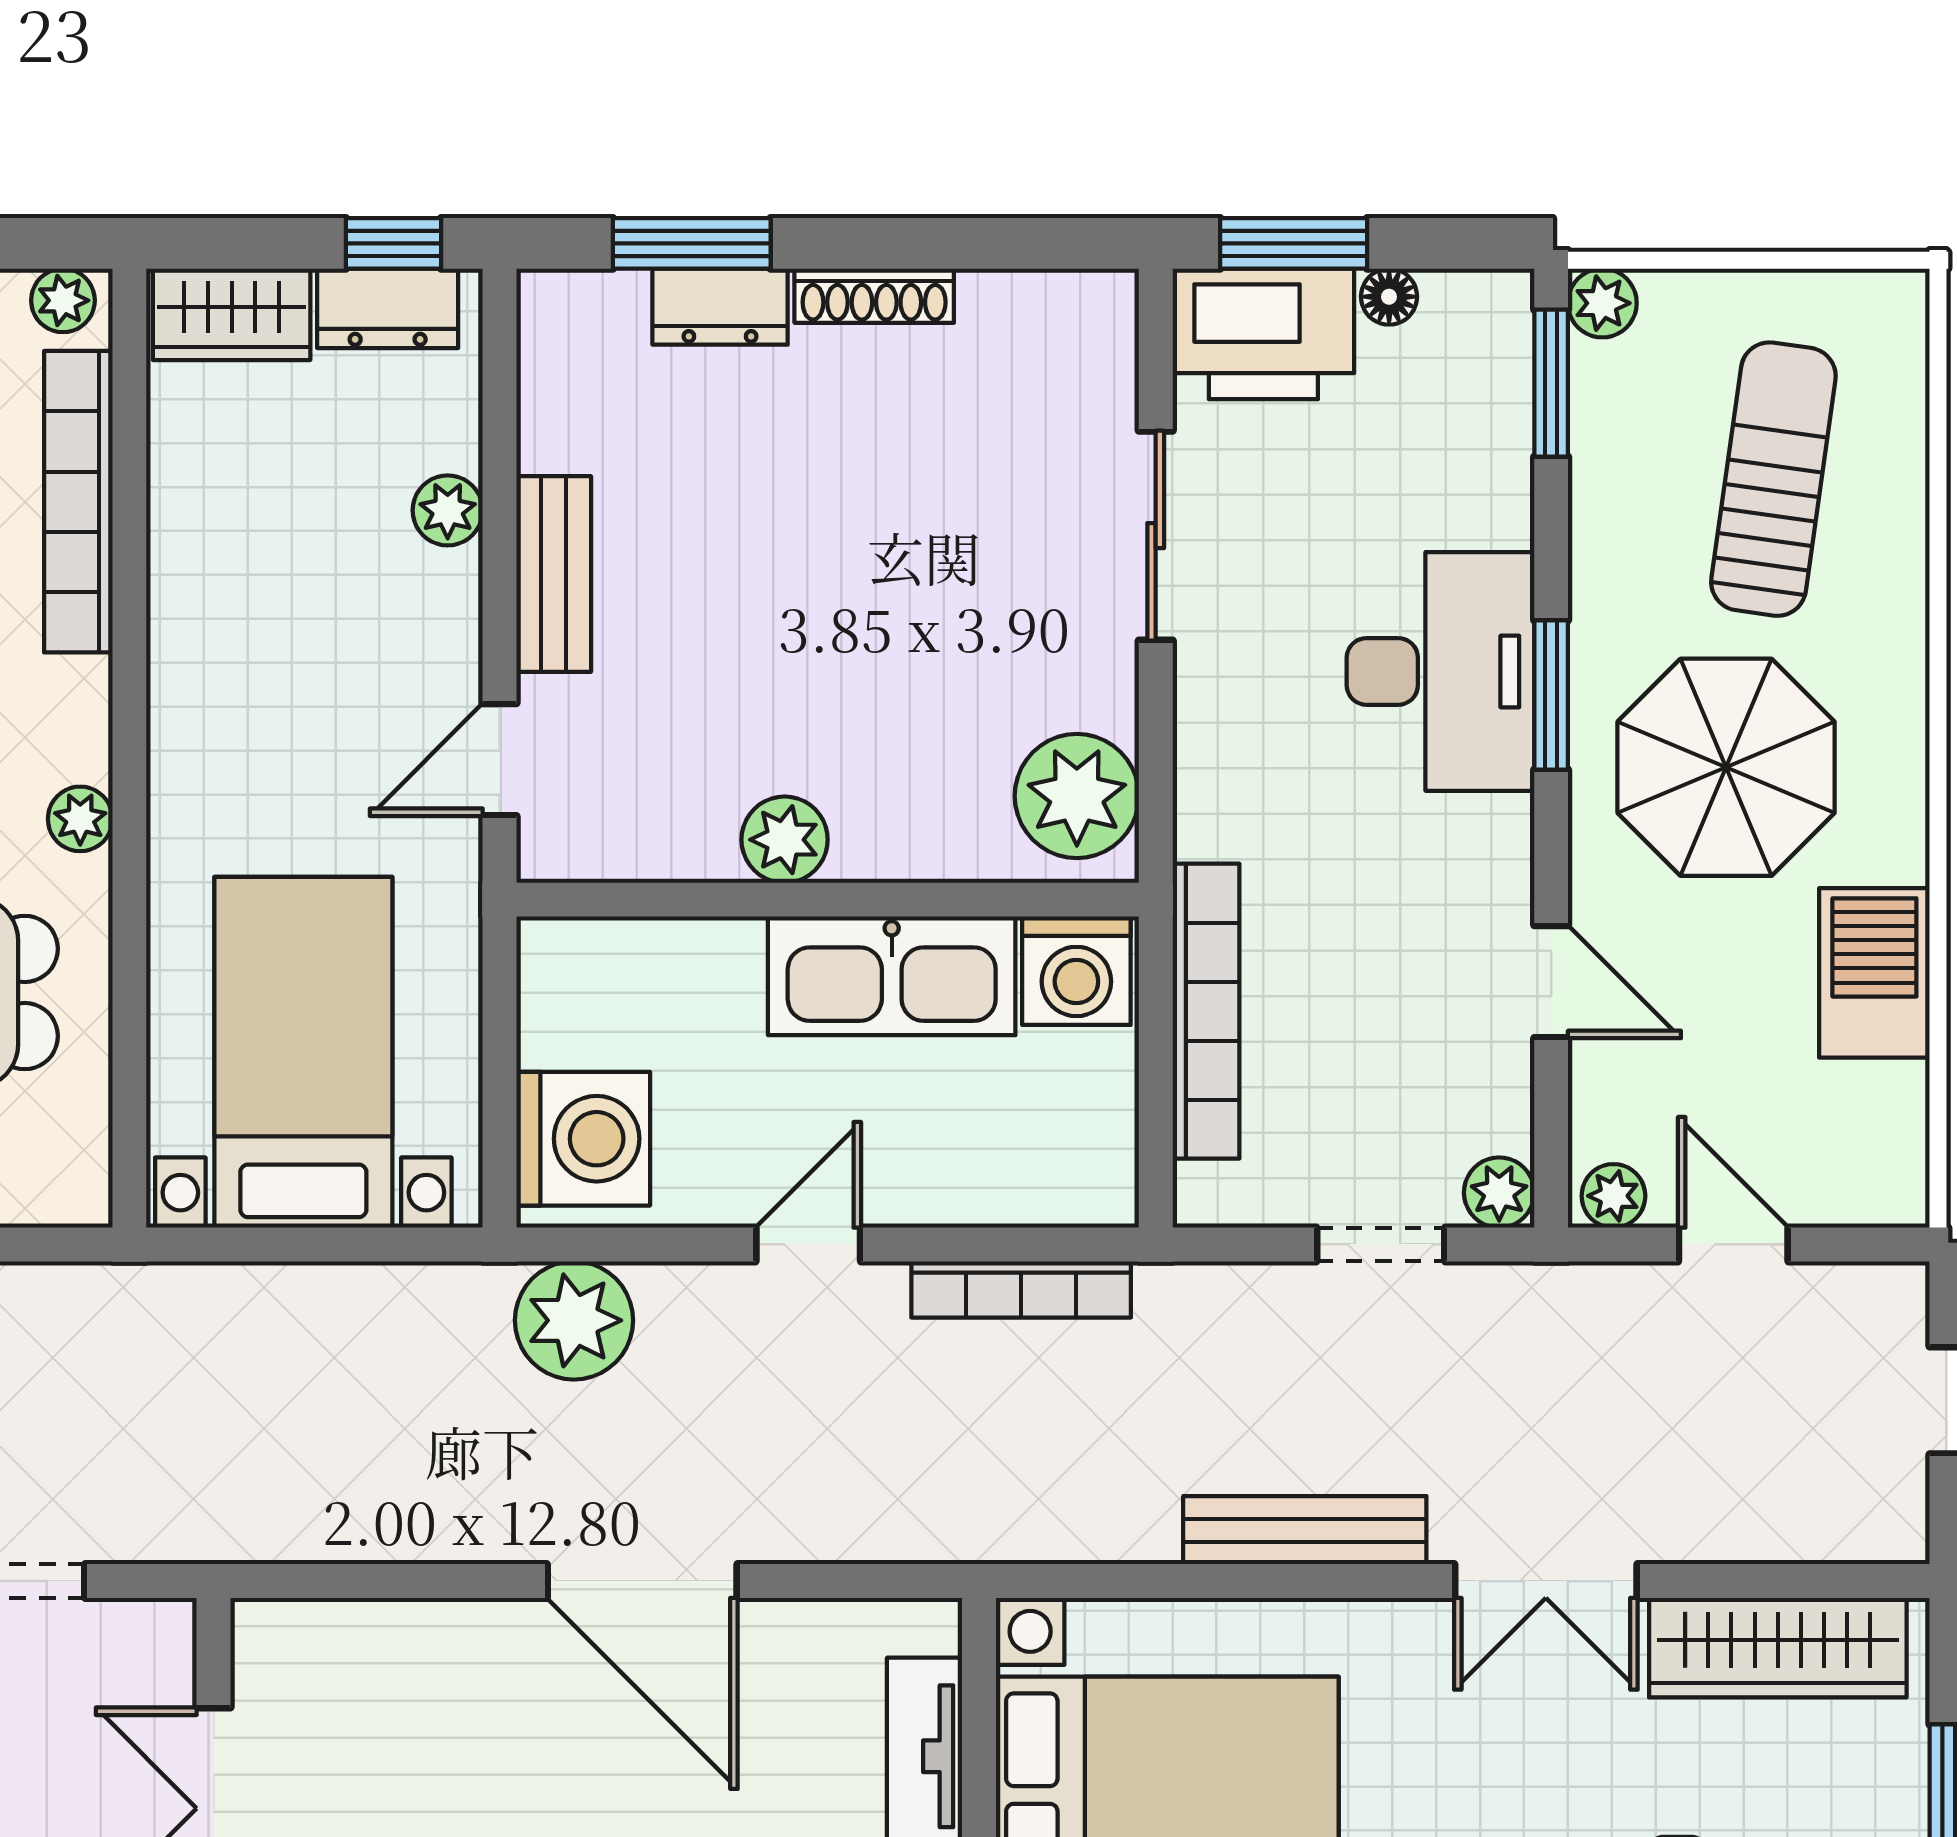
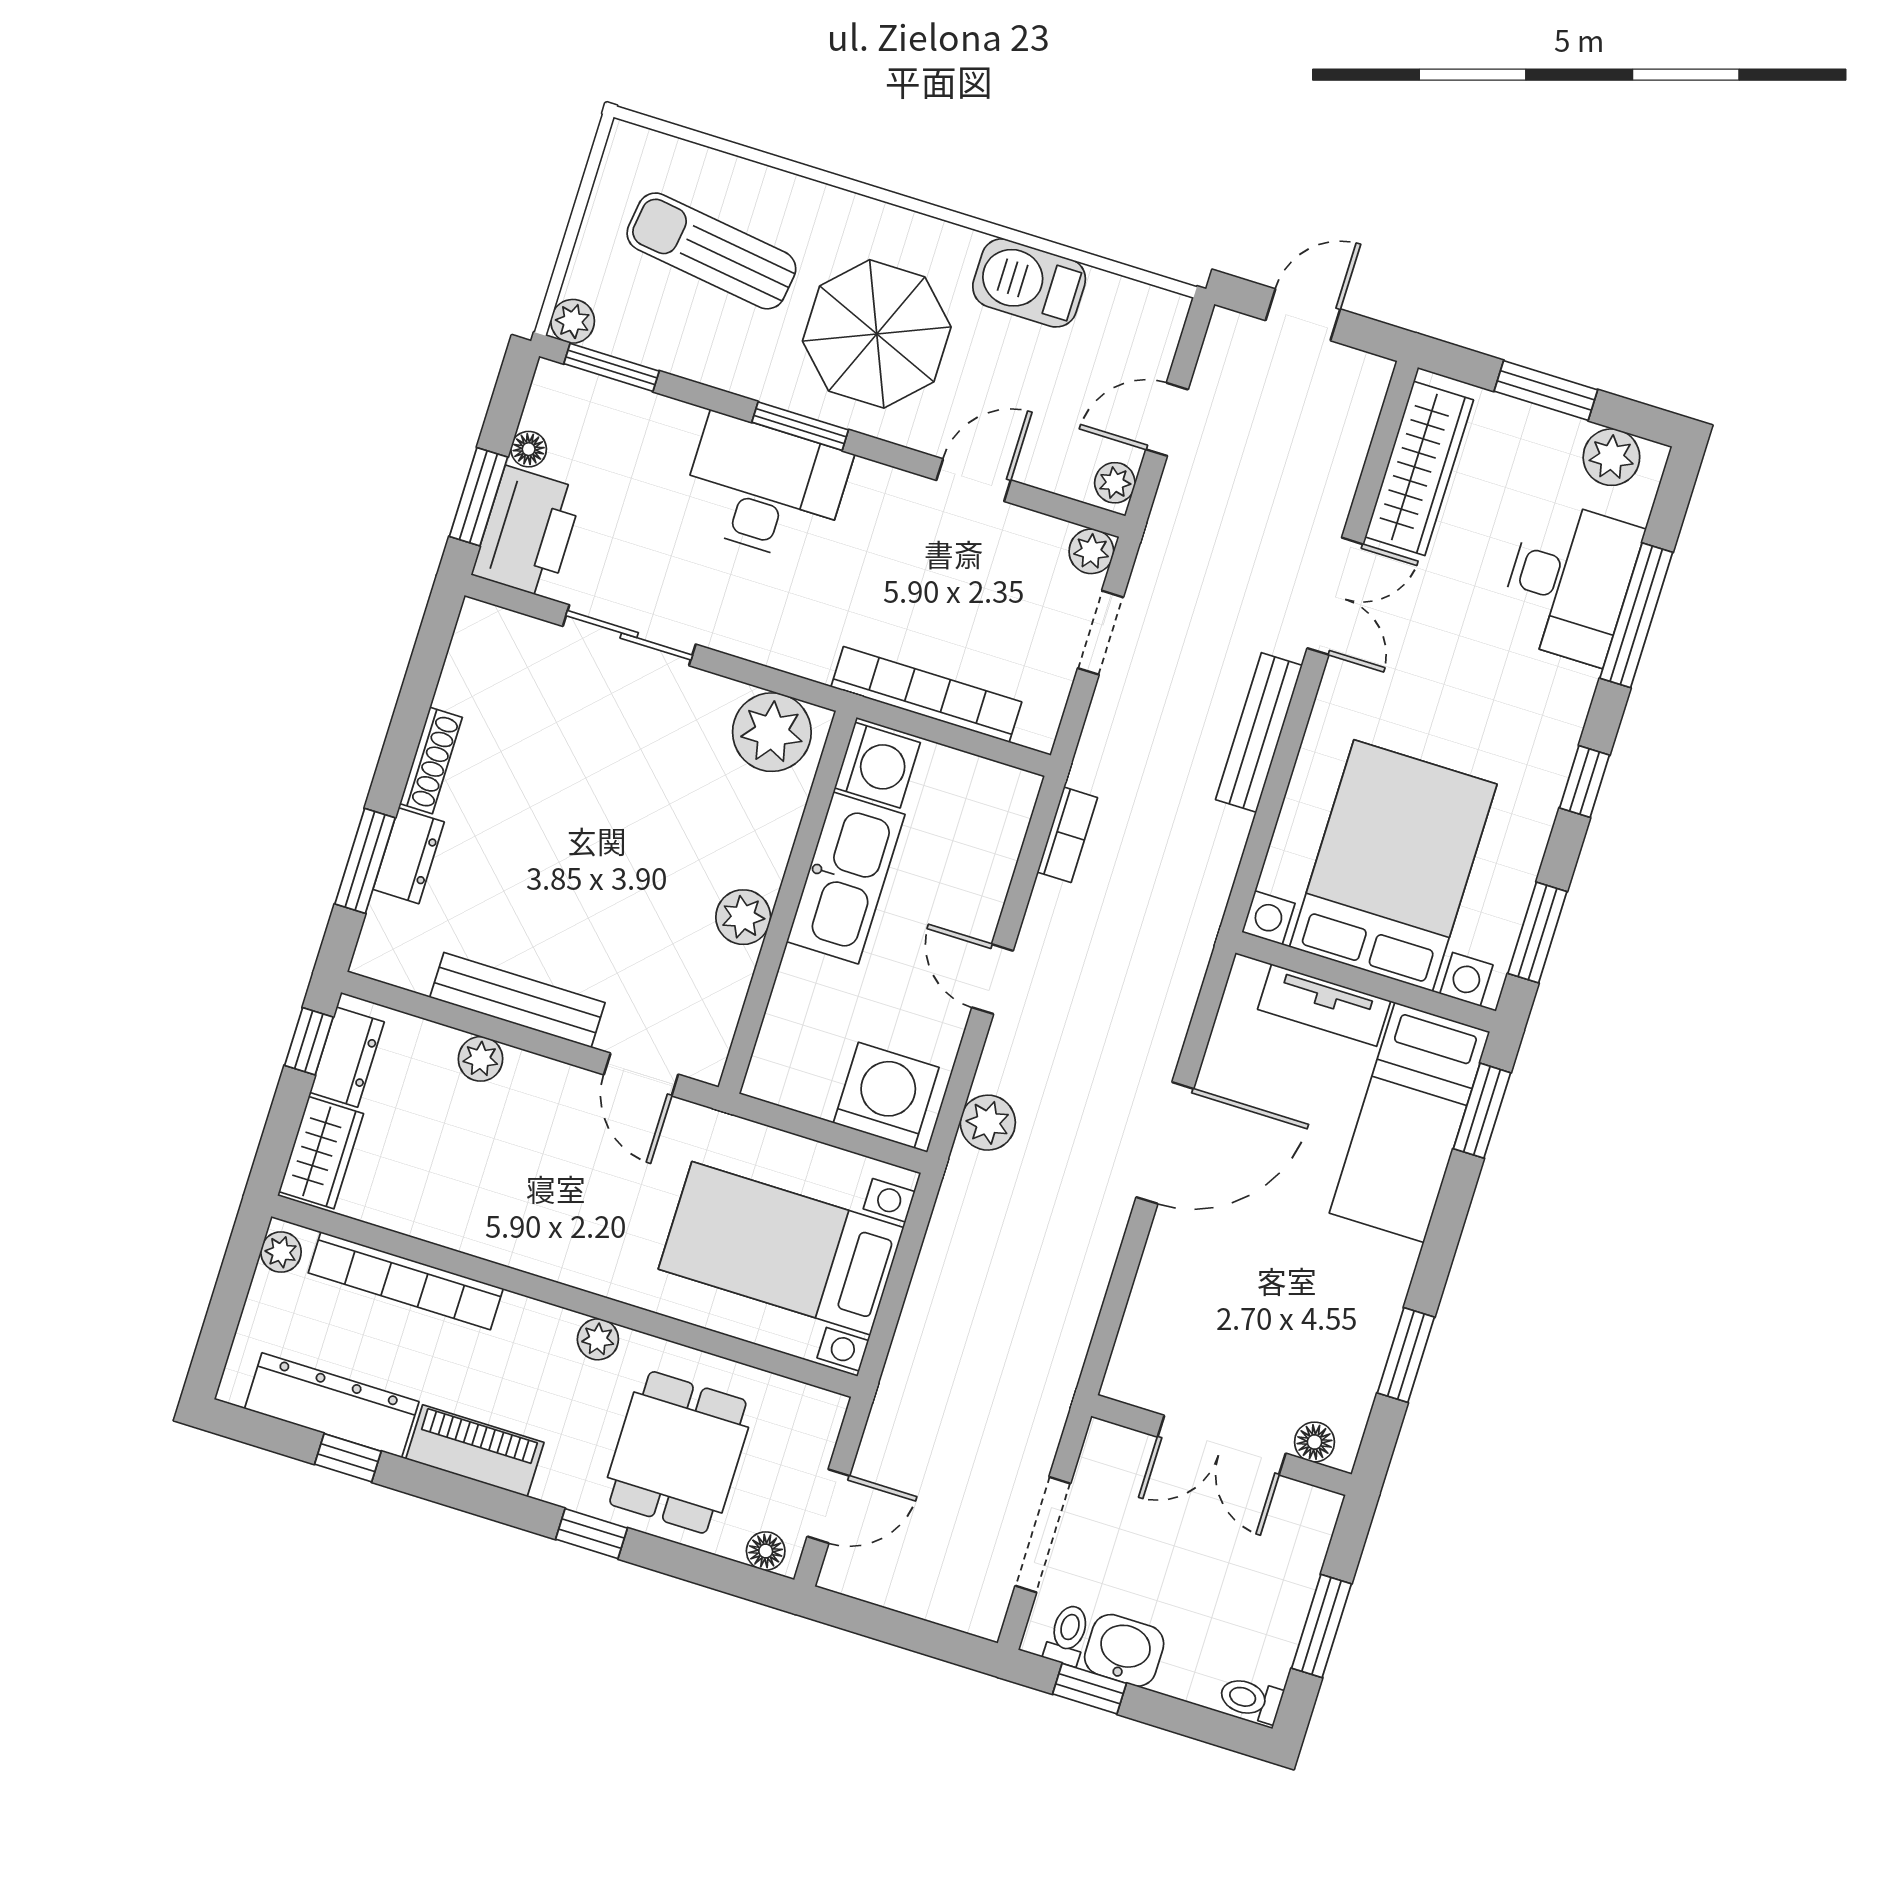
bench: (554, 574) -> (517, 1000), width x1.36
bookcase: (1021, 1289) -> (1067, 835), width x0.64
plant: (574, 1320) -> (988, 1123), width x0.73, depth x0.73

